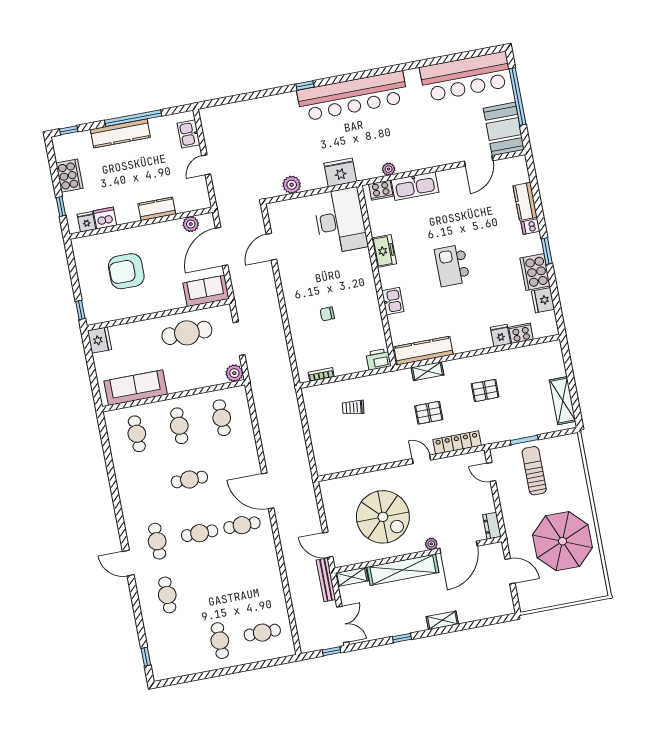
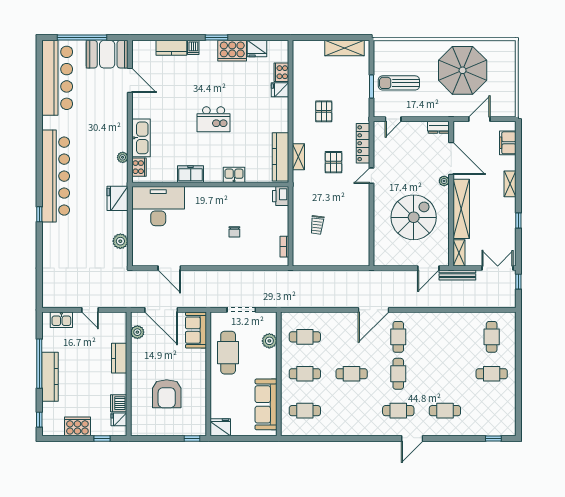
plant: (234, 373) -> (269, 341), moved
cafe table: (189, 479) -> (352, 374), turned 90
filing cabinet: (489, 609) -> (508, 143), added

